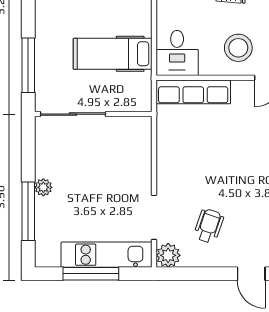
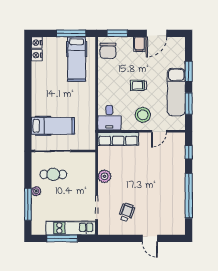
hospital bed: (113, 54) -> (53, 126), moved, turned 180
window: (28, 65) -> (28, 124), removed
cafe table: (75, 157) -> (53, 174), added
plant: (168, 255) -> (104, 176), moved

